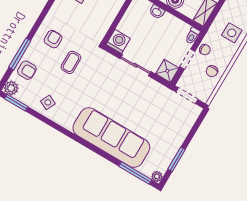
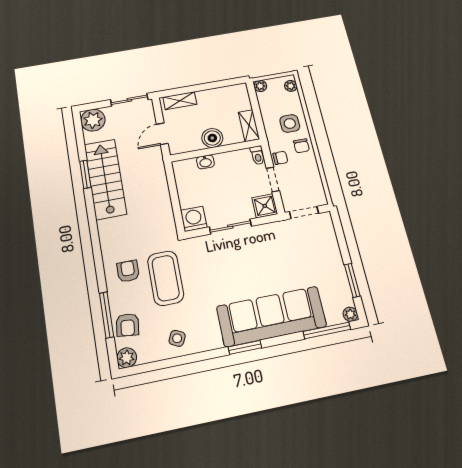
coffee table: (71, 62) -> (166, 278), width x1.86, depth x1.72
armchair: (27, 70) -> (128, 325), turned 97
chair: (212, 71) -> (301, 146), moved
window: (16, 103) -> (245, 347), moved

